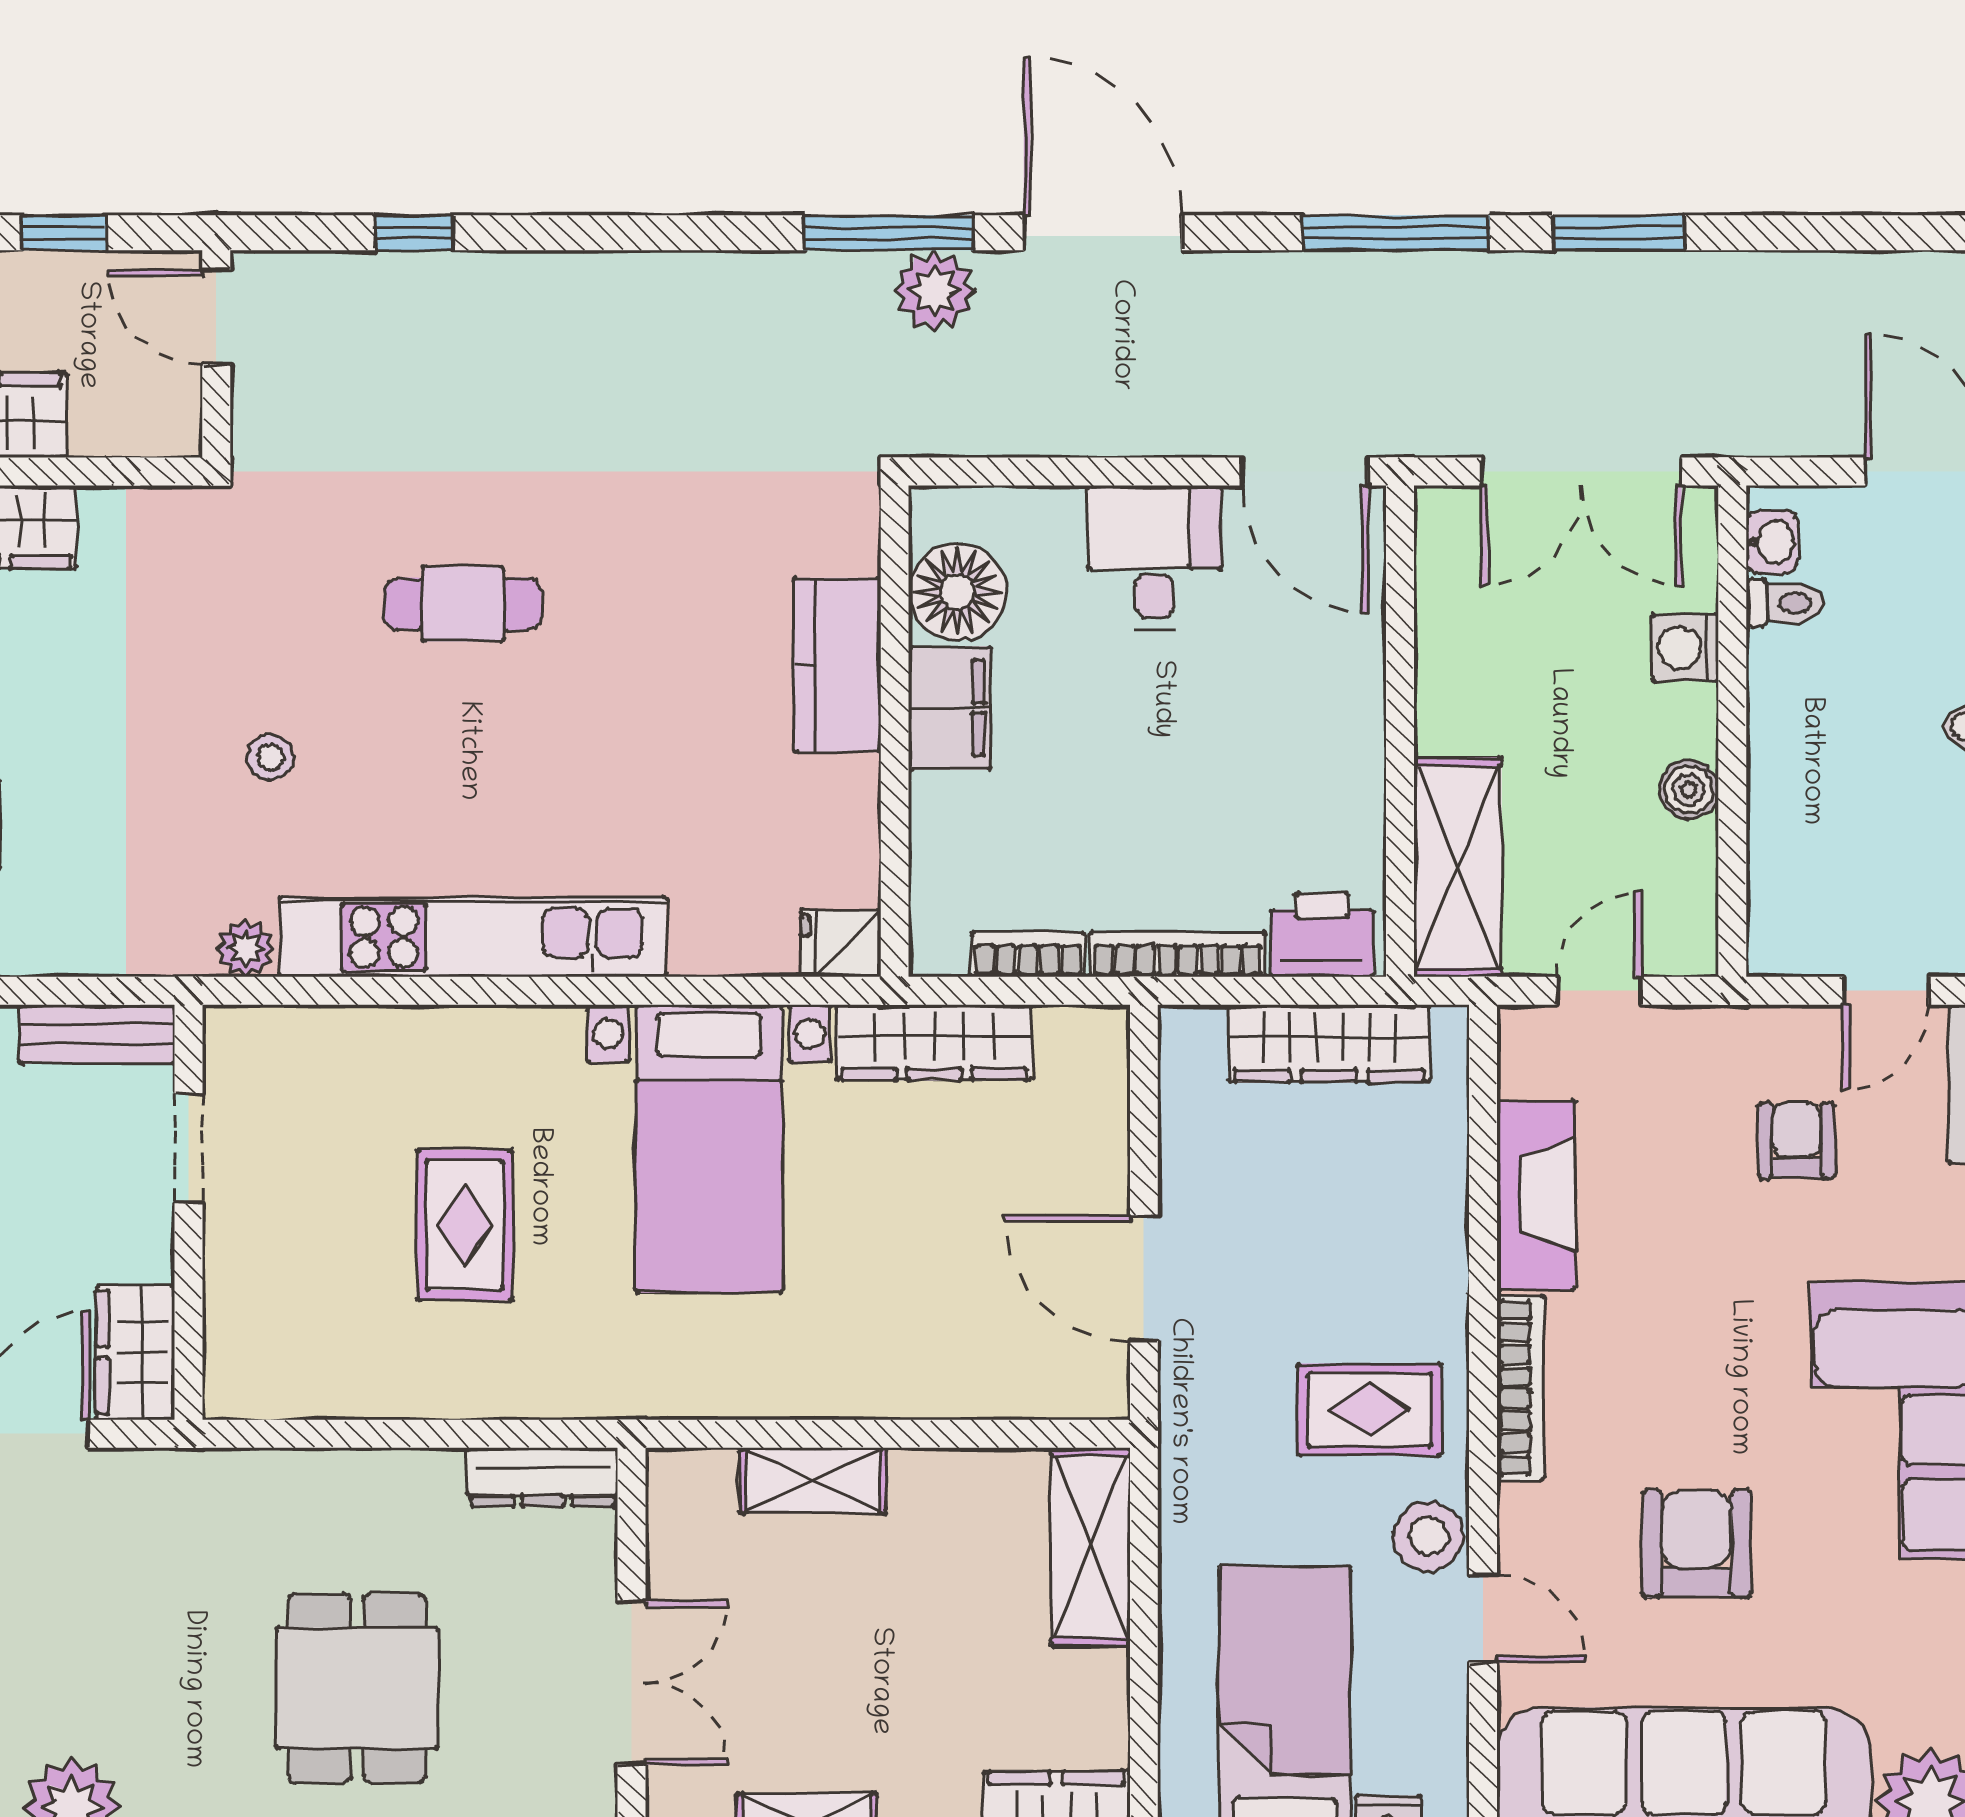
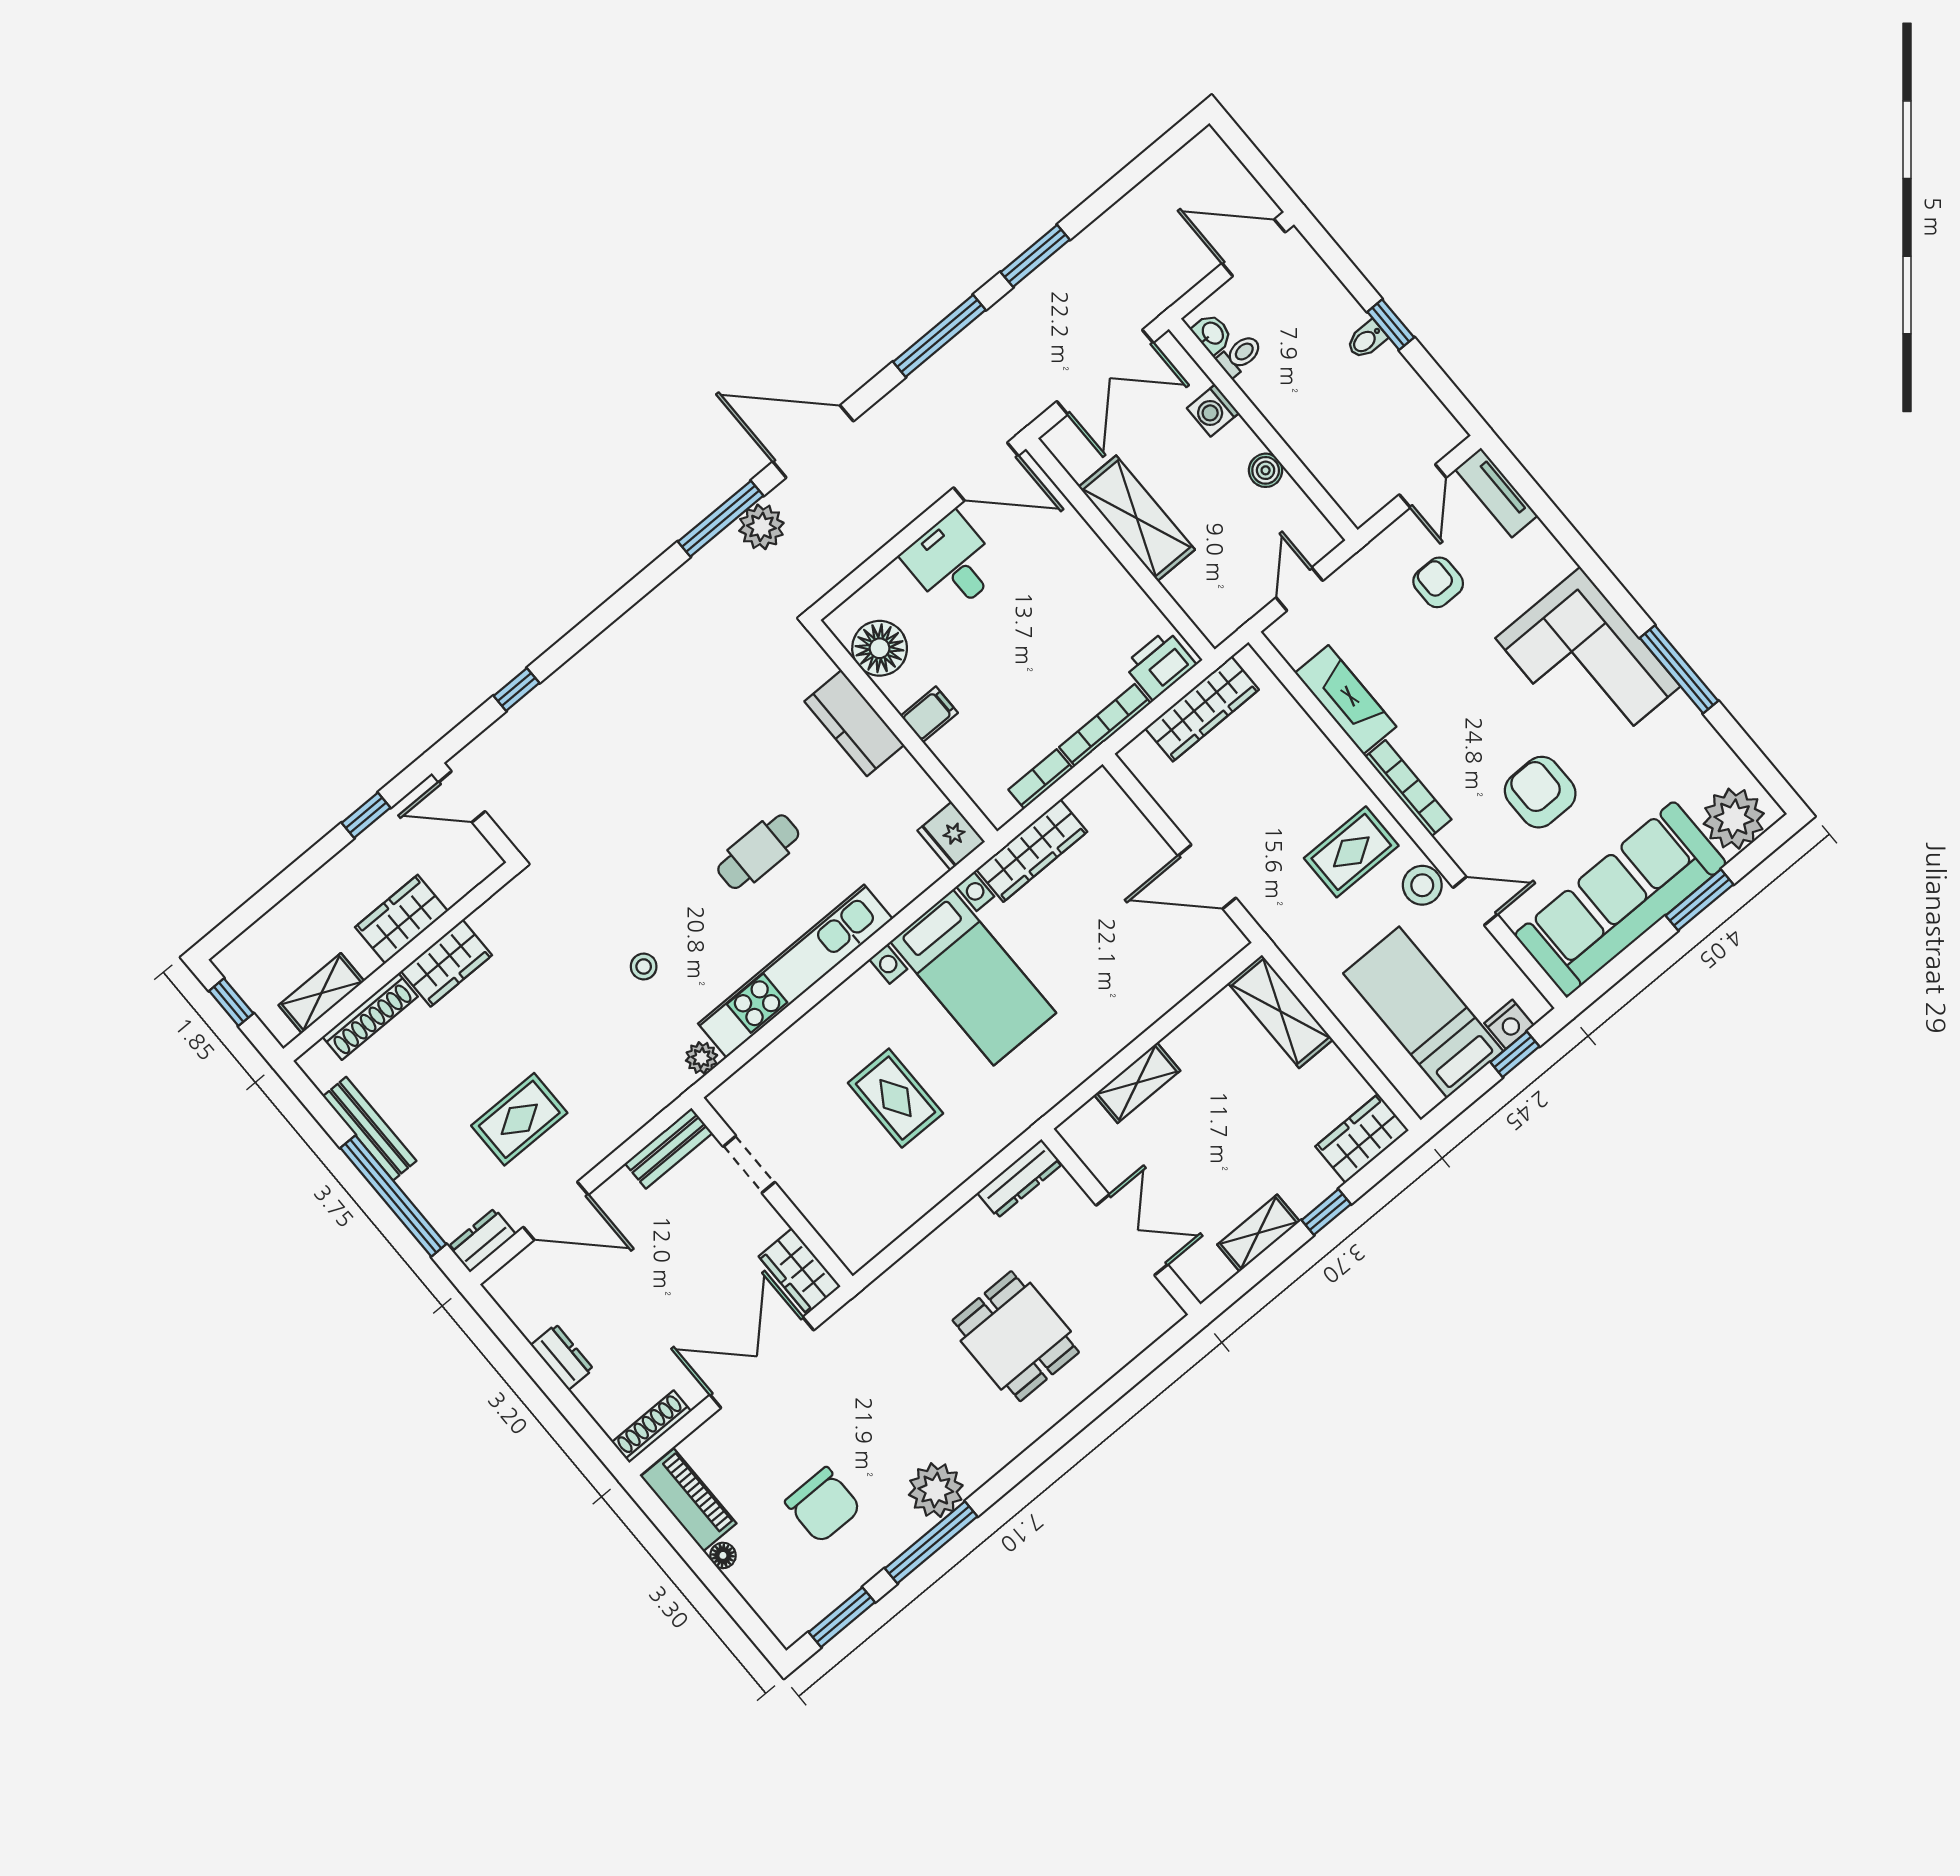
cafe table: (463, 604) -> (758, 852), moved
filing cabinet: (950, 708) -> (929, 714), width x0.50
shelving: (1458, 867) -> (1137, 518), moved
fridge: (841, 943) -> (951, 836), width x1.38

